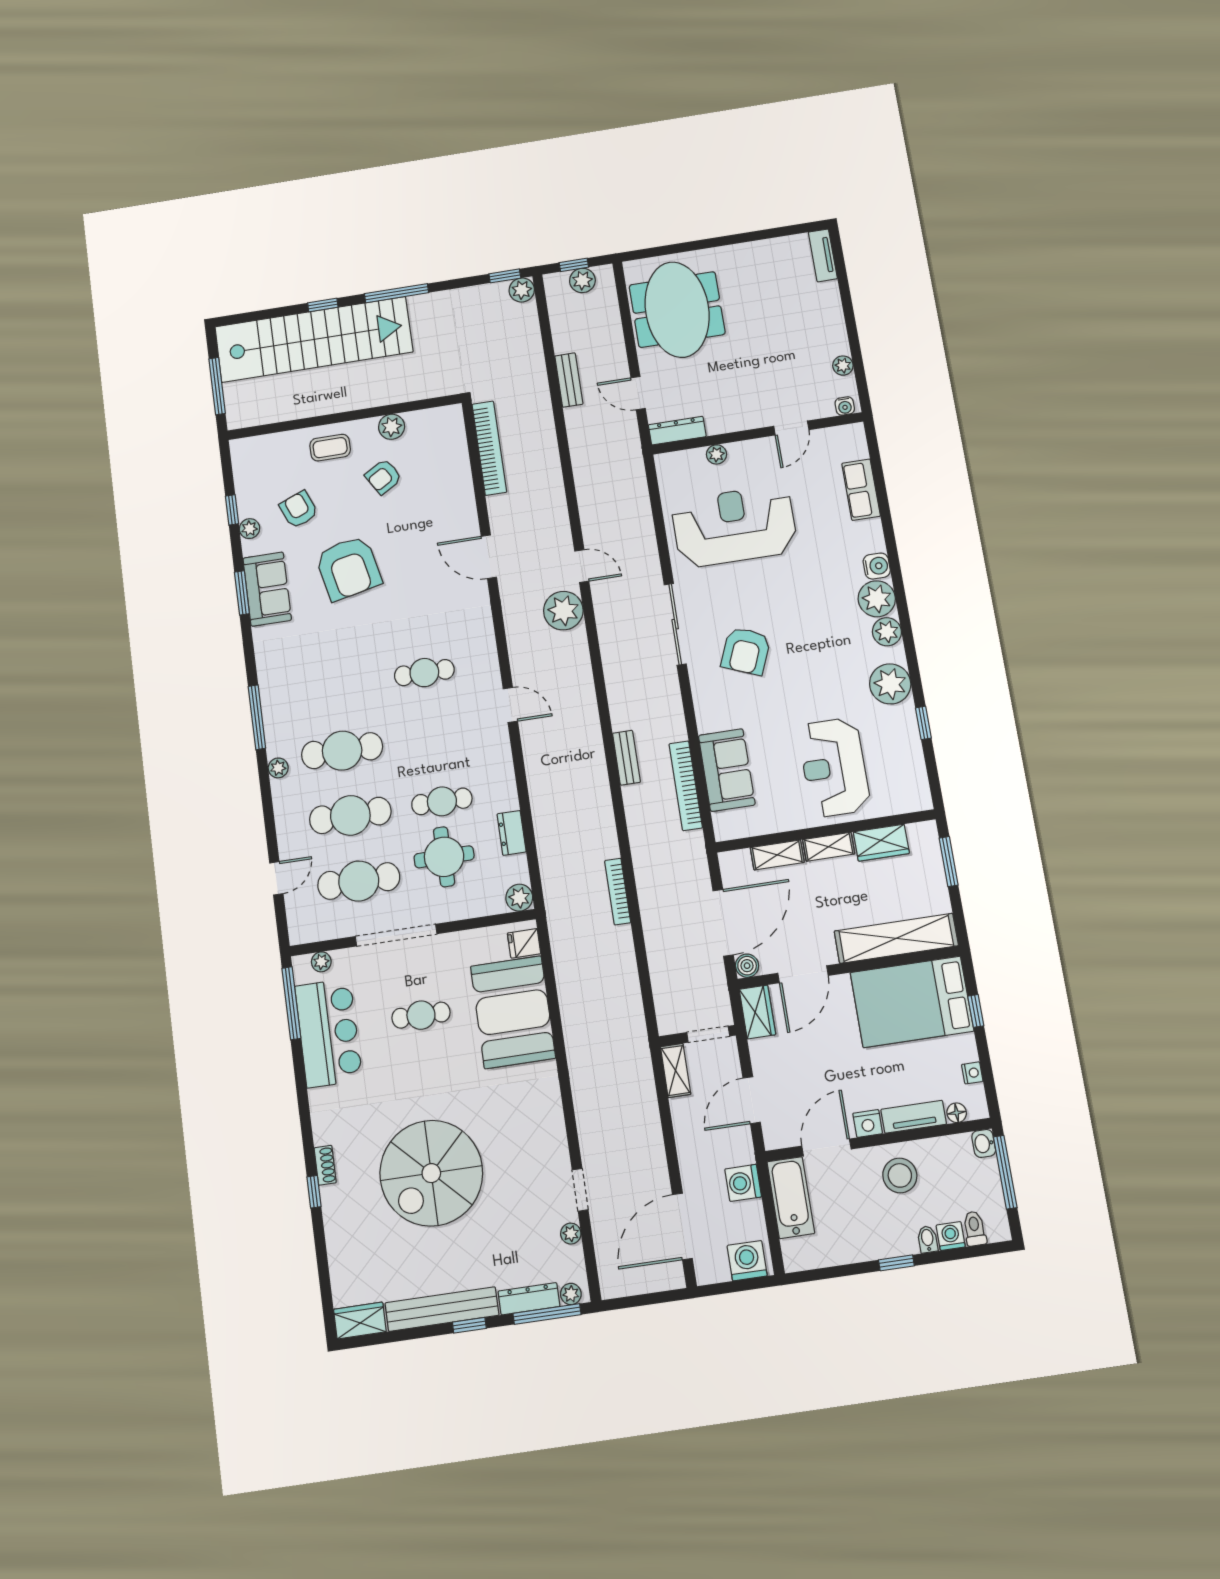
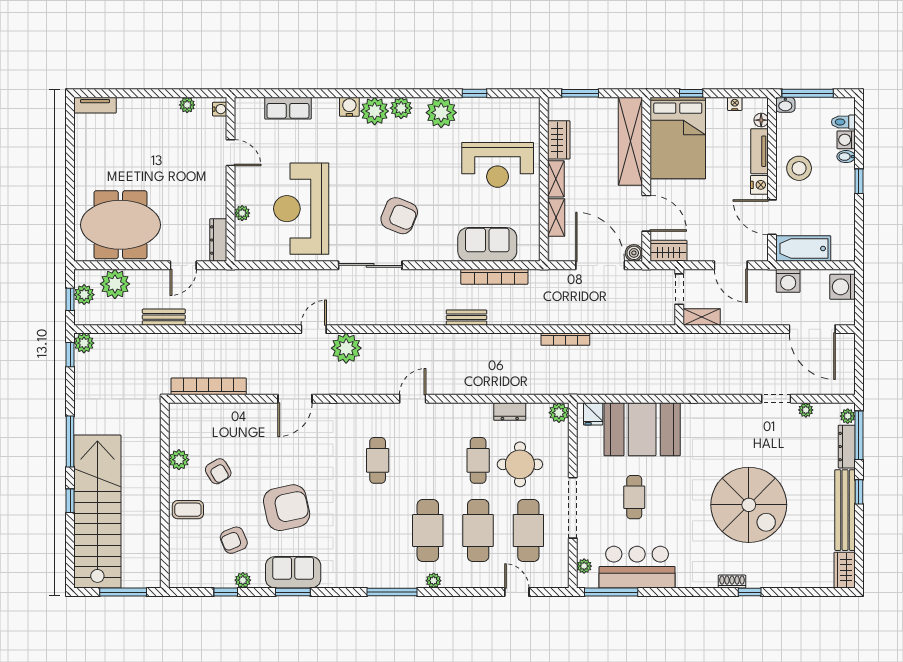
plant: (601, 315) -> (115, 284), added
coffee table: (330, 448) -> (188, 510), turned 90

